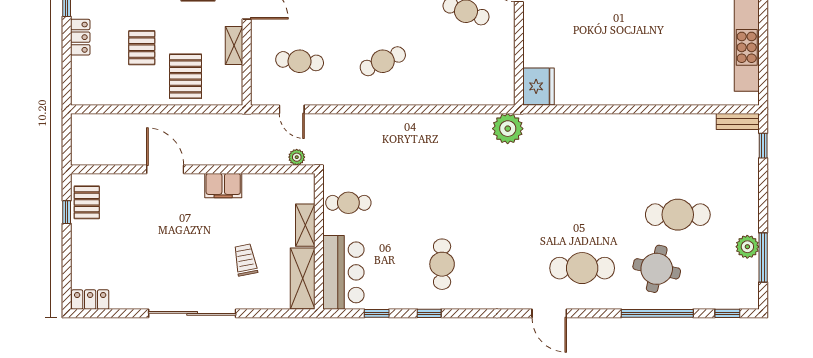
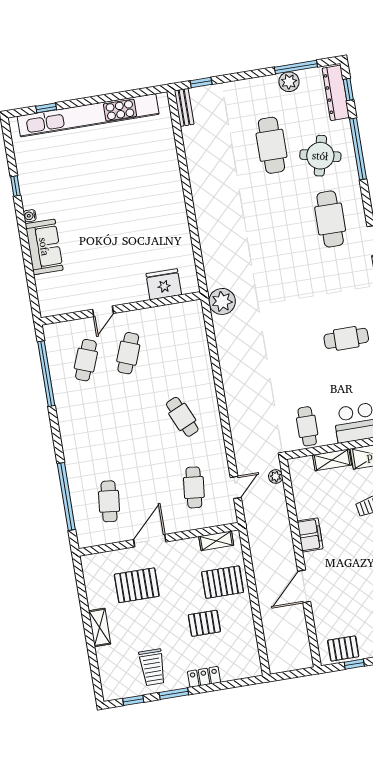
shelving: (234, 46) -> (216, 541), moved
fridge: (539, 86) -> (164, 284), moved
dresser: (726, 298) -> (336, 93), added

